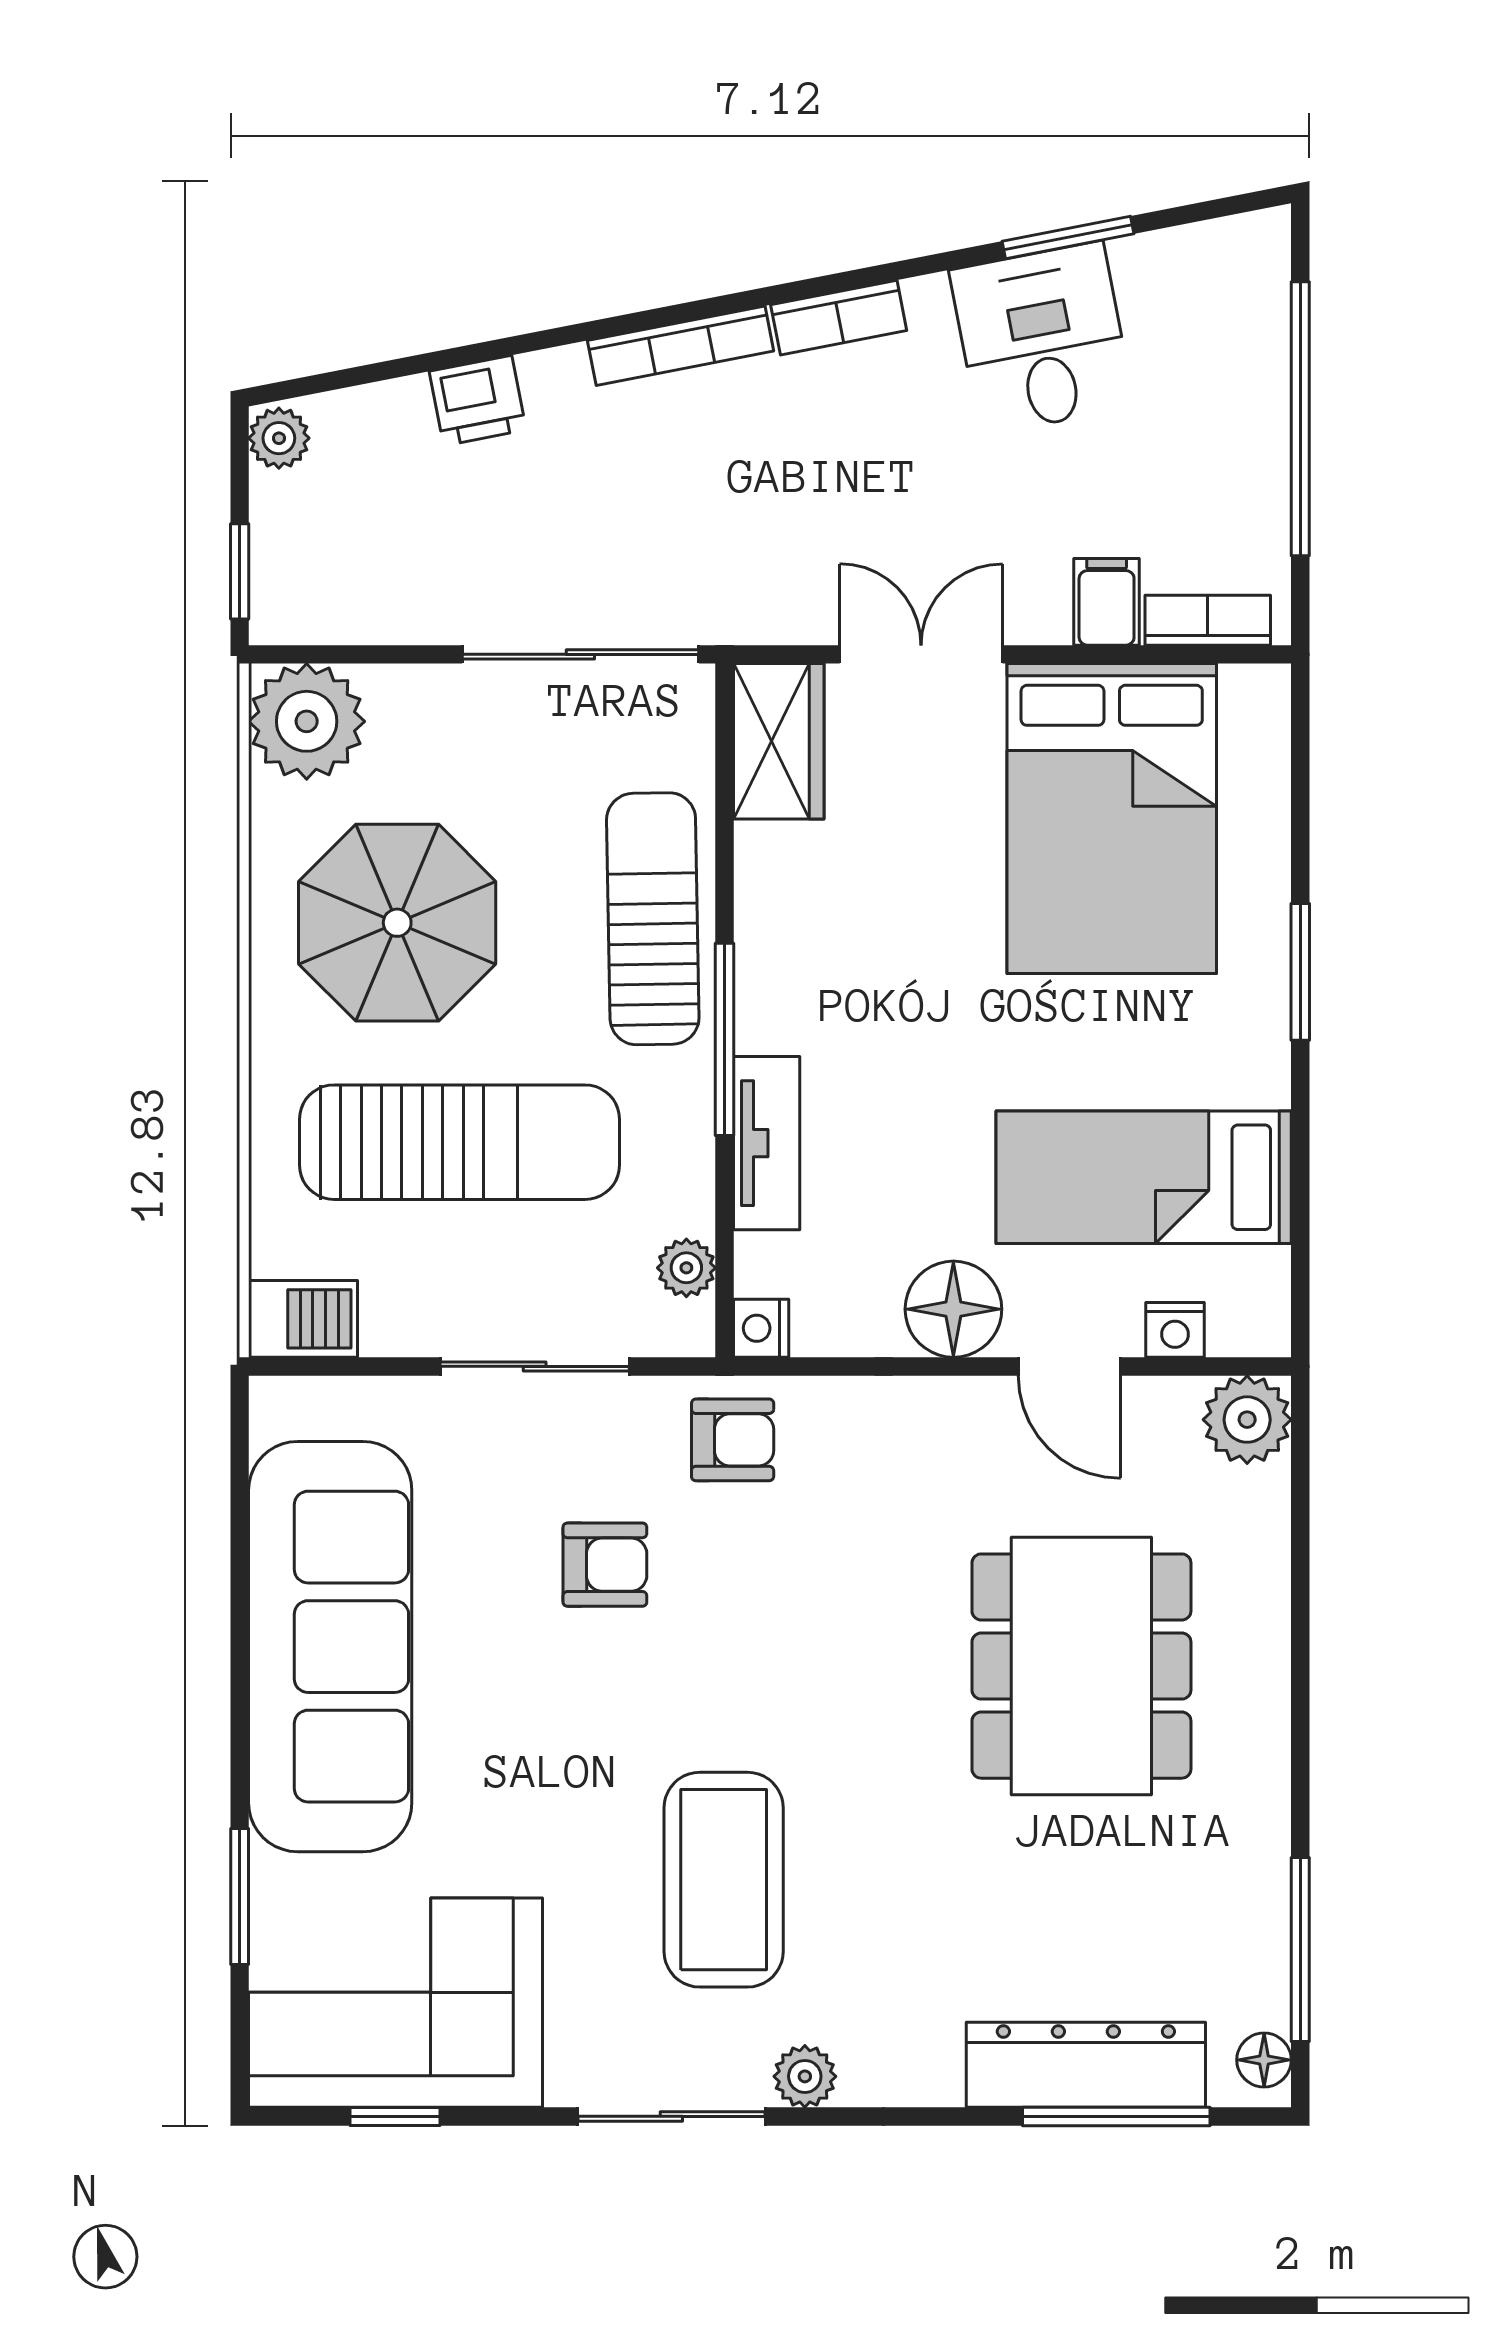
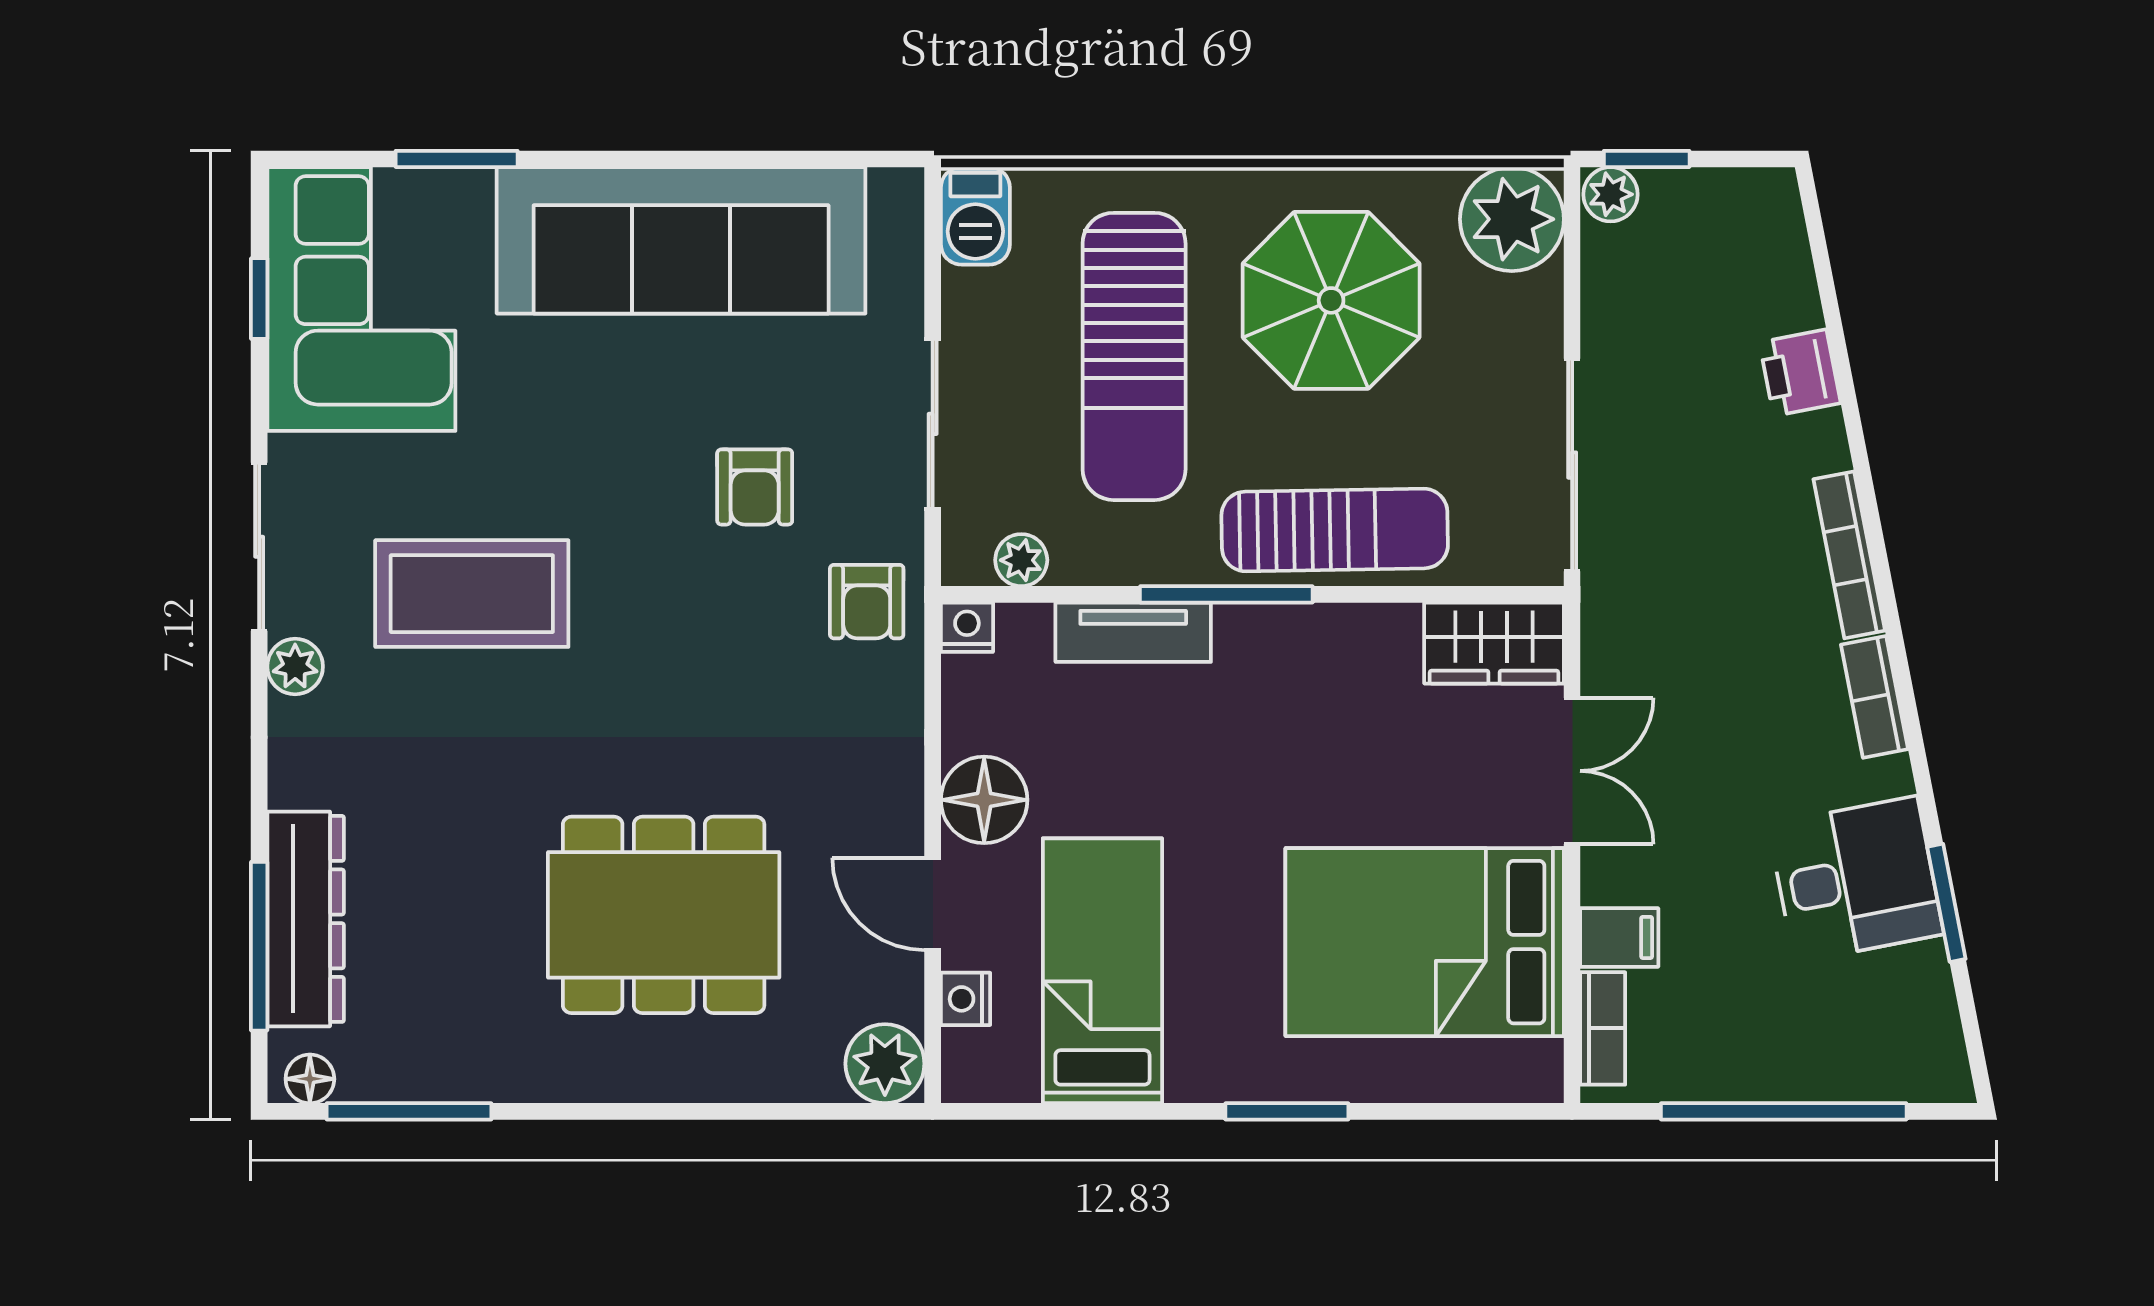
plant: (279, 438) -> (1611, 194), moved
door: (1069, 1366) -> (933, 904), hinge flipped

